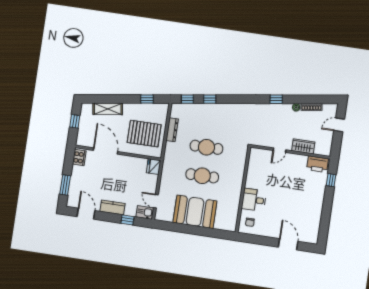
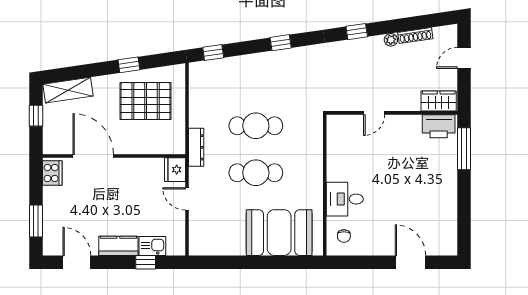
window: (147, 99) -> (129, 65), moved
window: (210, 99) -> (281, 43), moved
shelving: (108, 109) -> (68, 90), moved
dresser: (172, 130) -> (196, 147), moved
pallet: (144, 134) -> (146, 101), moved
wardrobe: (303, 146) -> (439, 101), moved
window: (331, 180) -> (464, 149), width x2.17
door: (156, 201) -> (187, 199), moved
kitchen sink: (145, 212) -> (152, 246), moved
booth: (195, 212) -> (279, 233), moved

